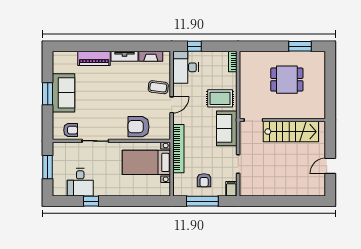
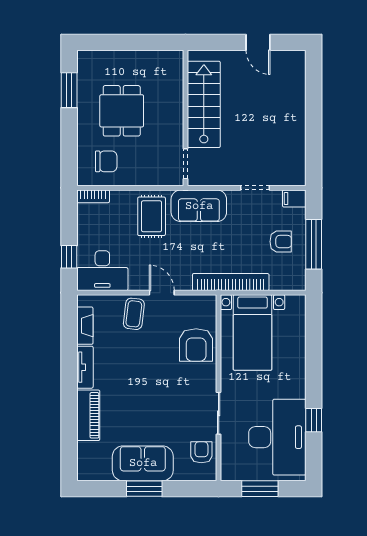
chair: (255, 70) -> (106, 161), added
desk: (80, 182) -> (277, 437), width x1.87, depth x1.30

